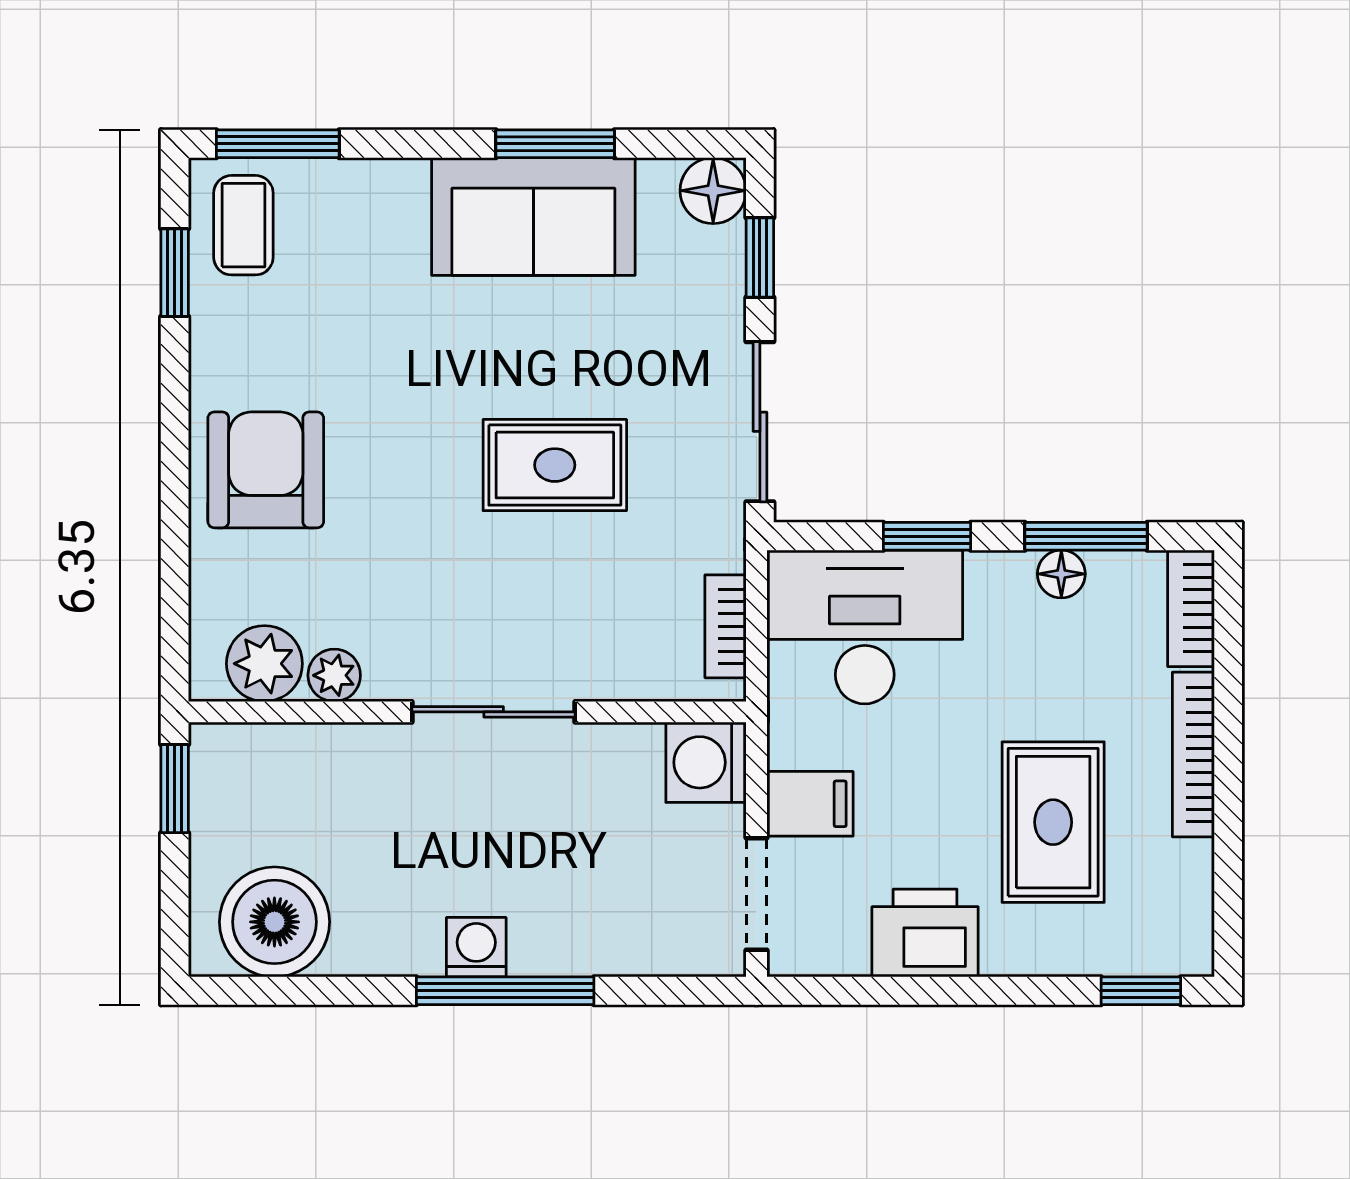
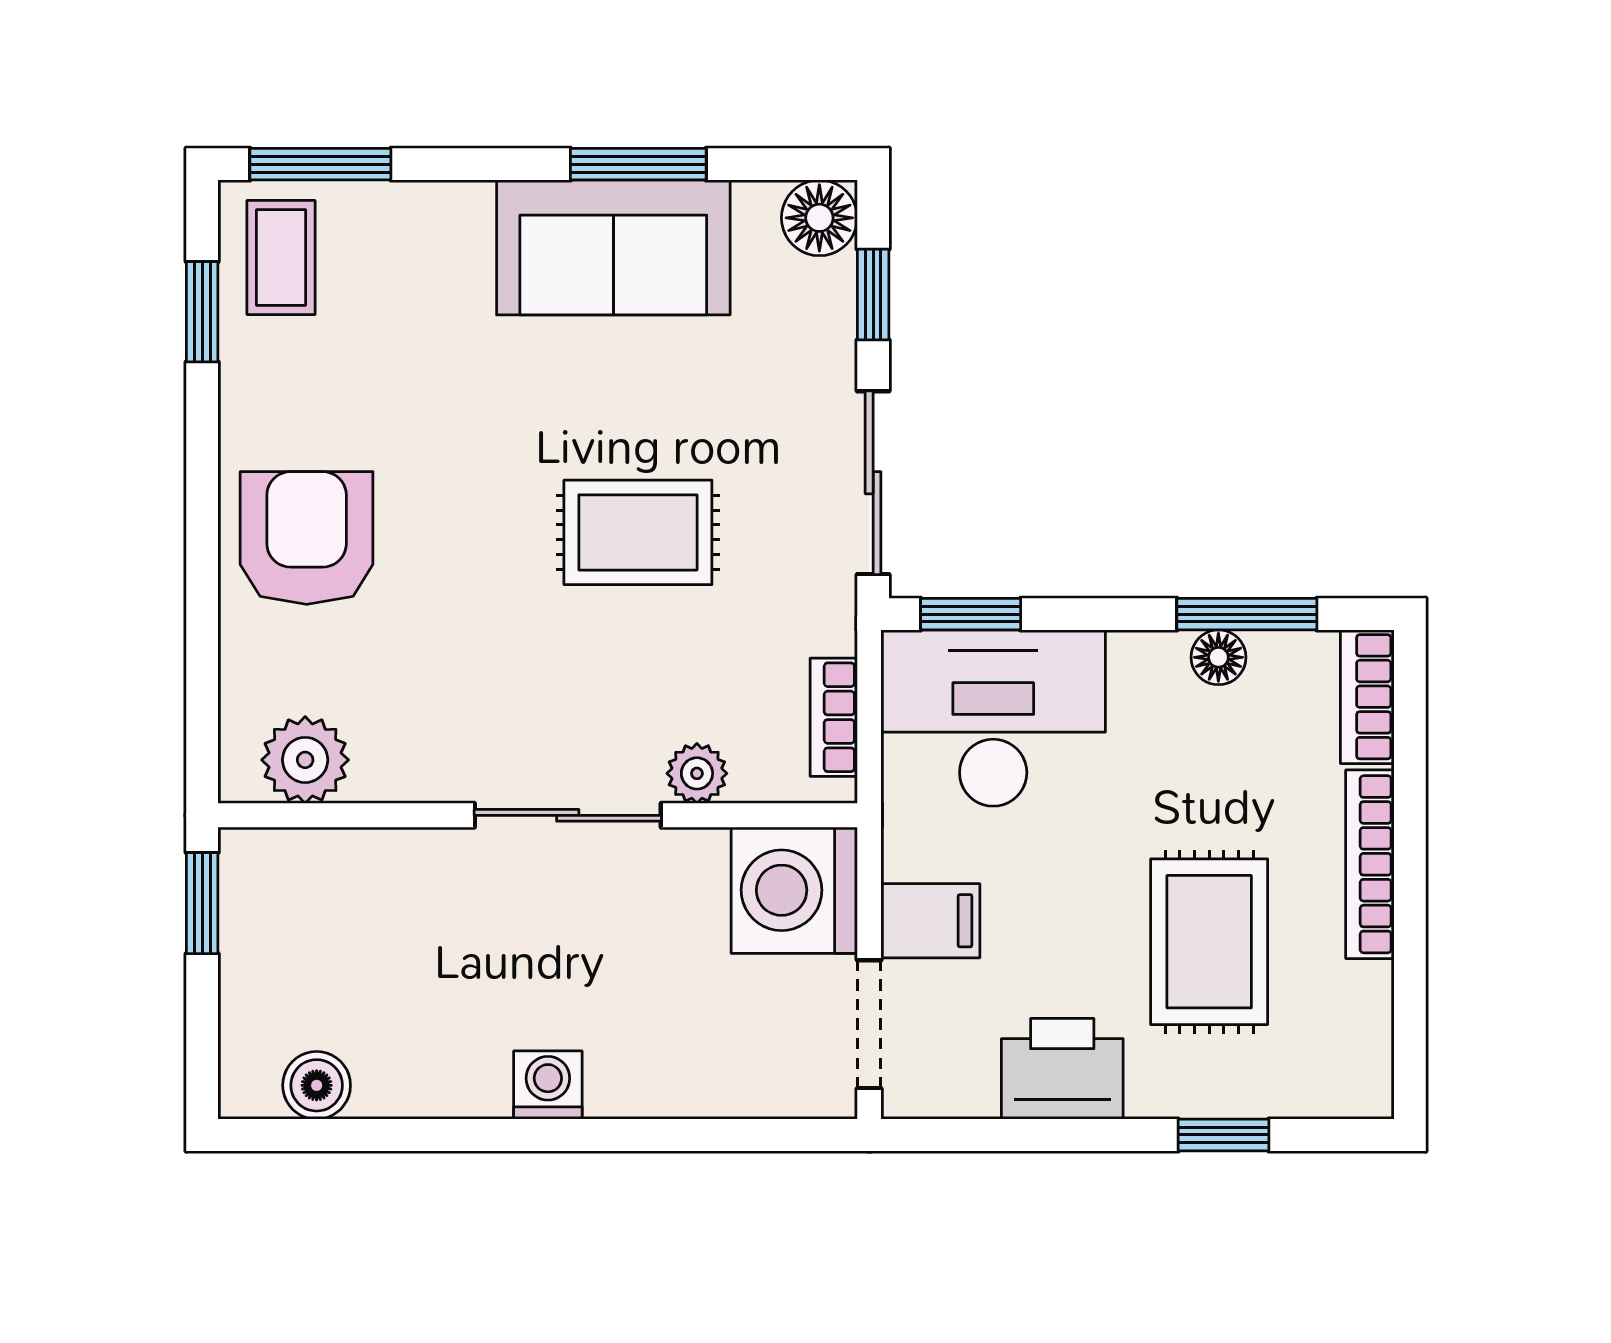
window: (927, 536) -> (971, 614), moved
plant: (334, 675) -> (697, 773), moved
washing machine: (706, 762) -> (794, 890), width x1.37, depth x1.37
boiler: (274, 922) -> (317, 1085), width x0.54, depth x0.54
window: (505, 991) -> (581, 1135), removed
window: (1141, 991) -> (1224, 1135), moved

